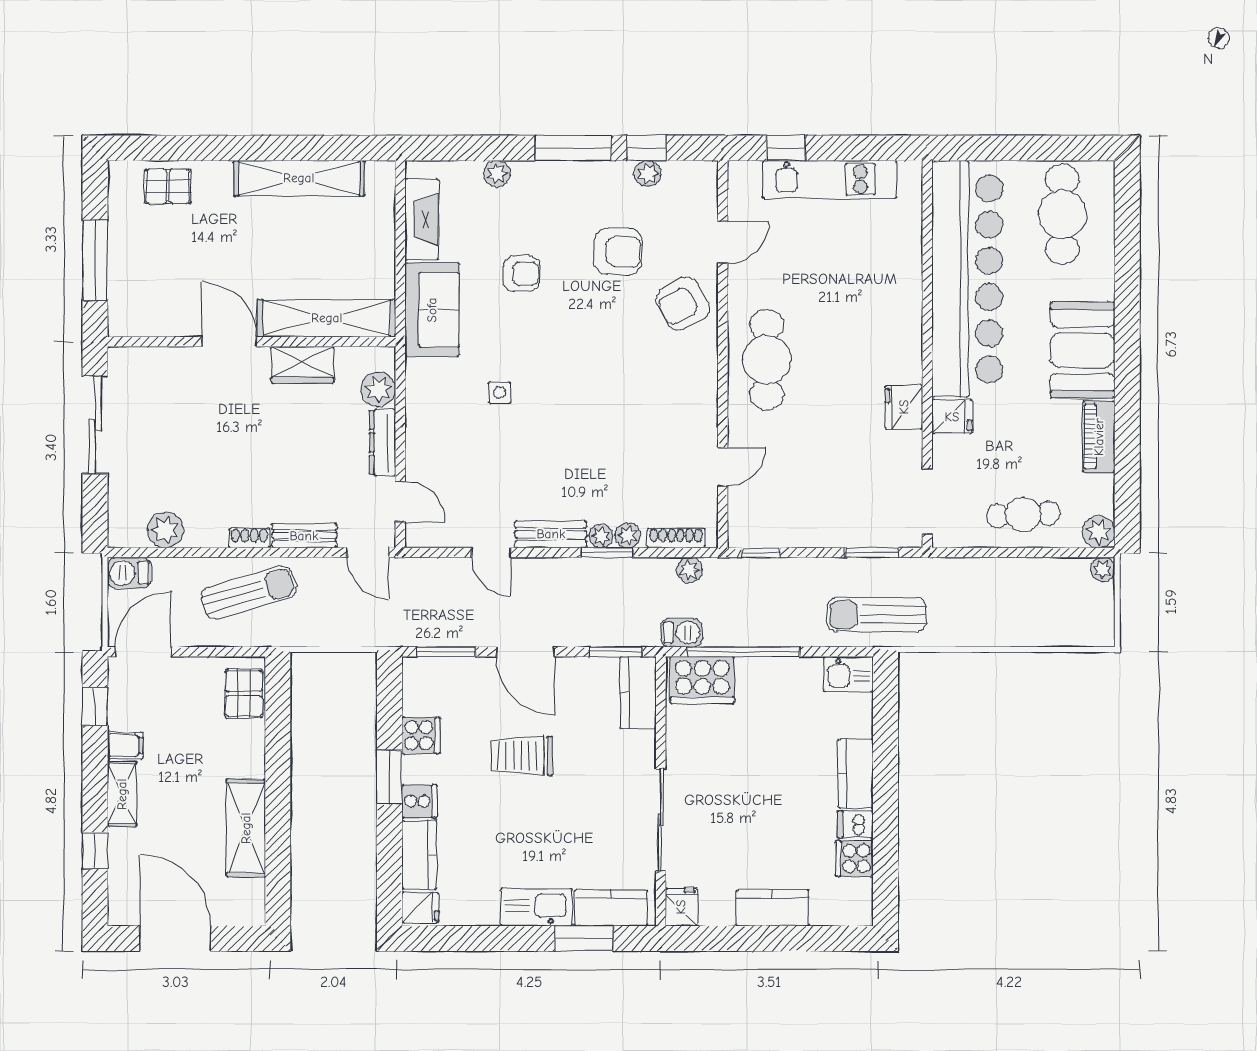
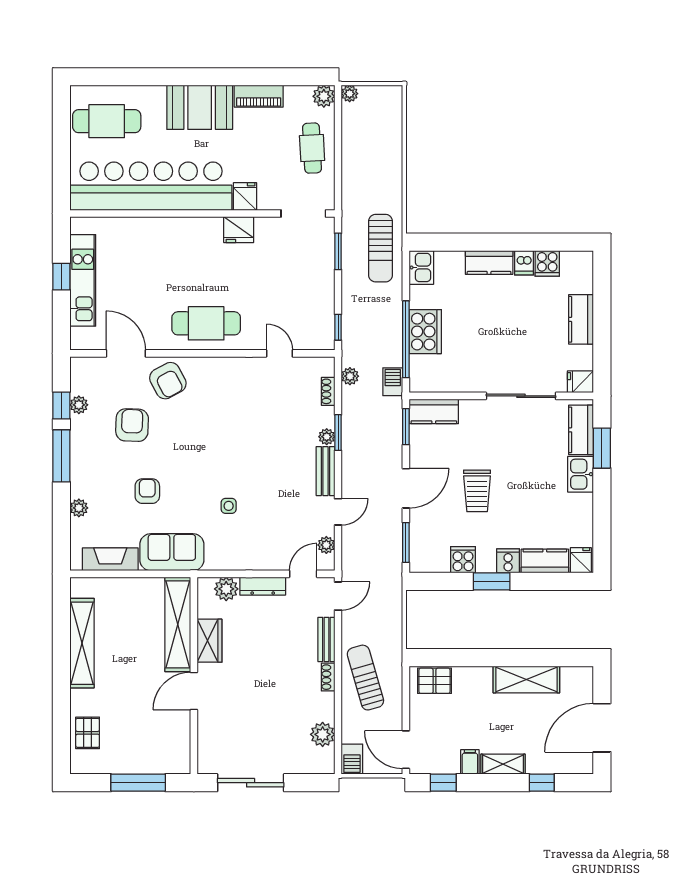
window: (786, 148) -> (61, 277), moved
door: (723, 242) -> (126, 353), width x1.37
plant: (628, 535) -> (326, 545), moved
shoe rack: (676, 538) -> (328, 391), width x0.70
cooker: (702, 680) -> (425, 332), moved
kitchen sink: (536, 907) -> (581, 474), width x0.73

